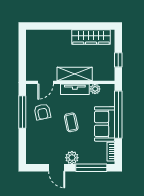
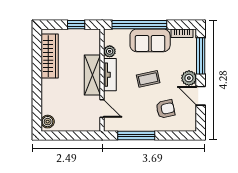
boiler: (34, 35) -> (48, 122), added
armchair: (42, 112) -> (165, 109), moved
door: (57, 168) -> (201, 96), swing flipped

